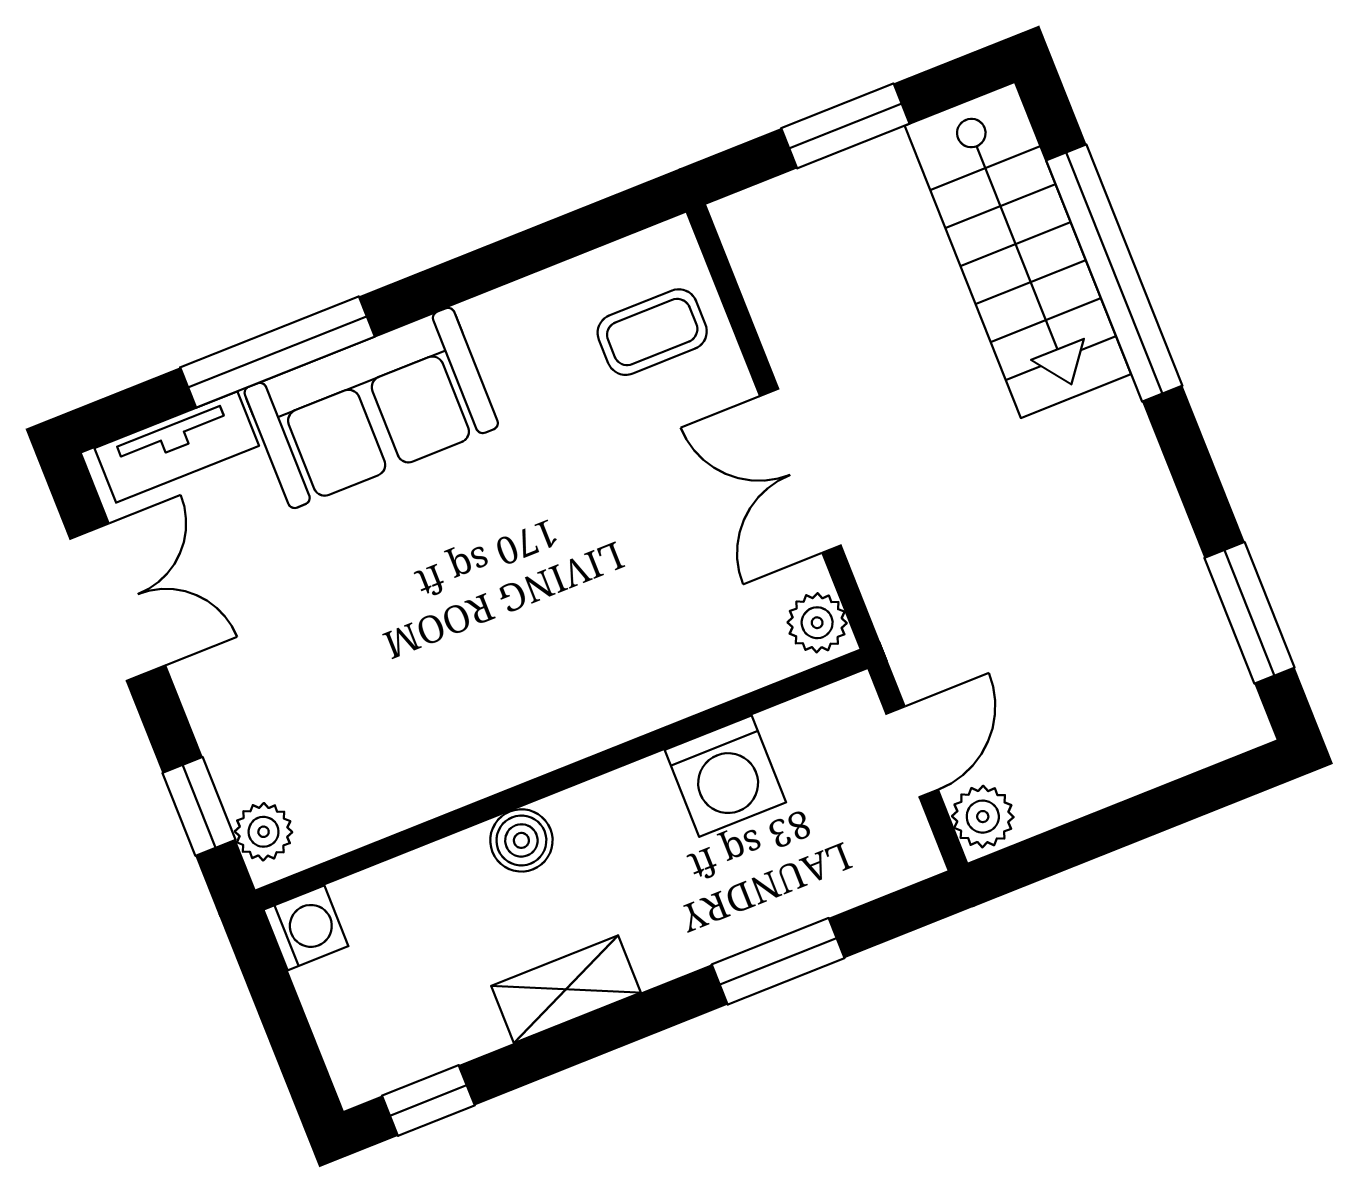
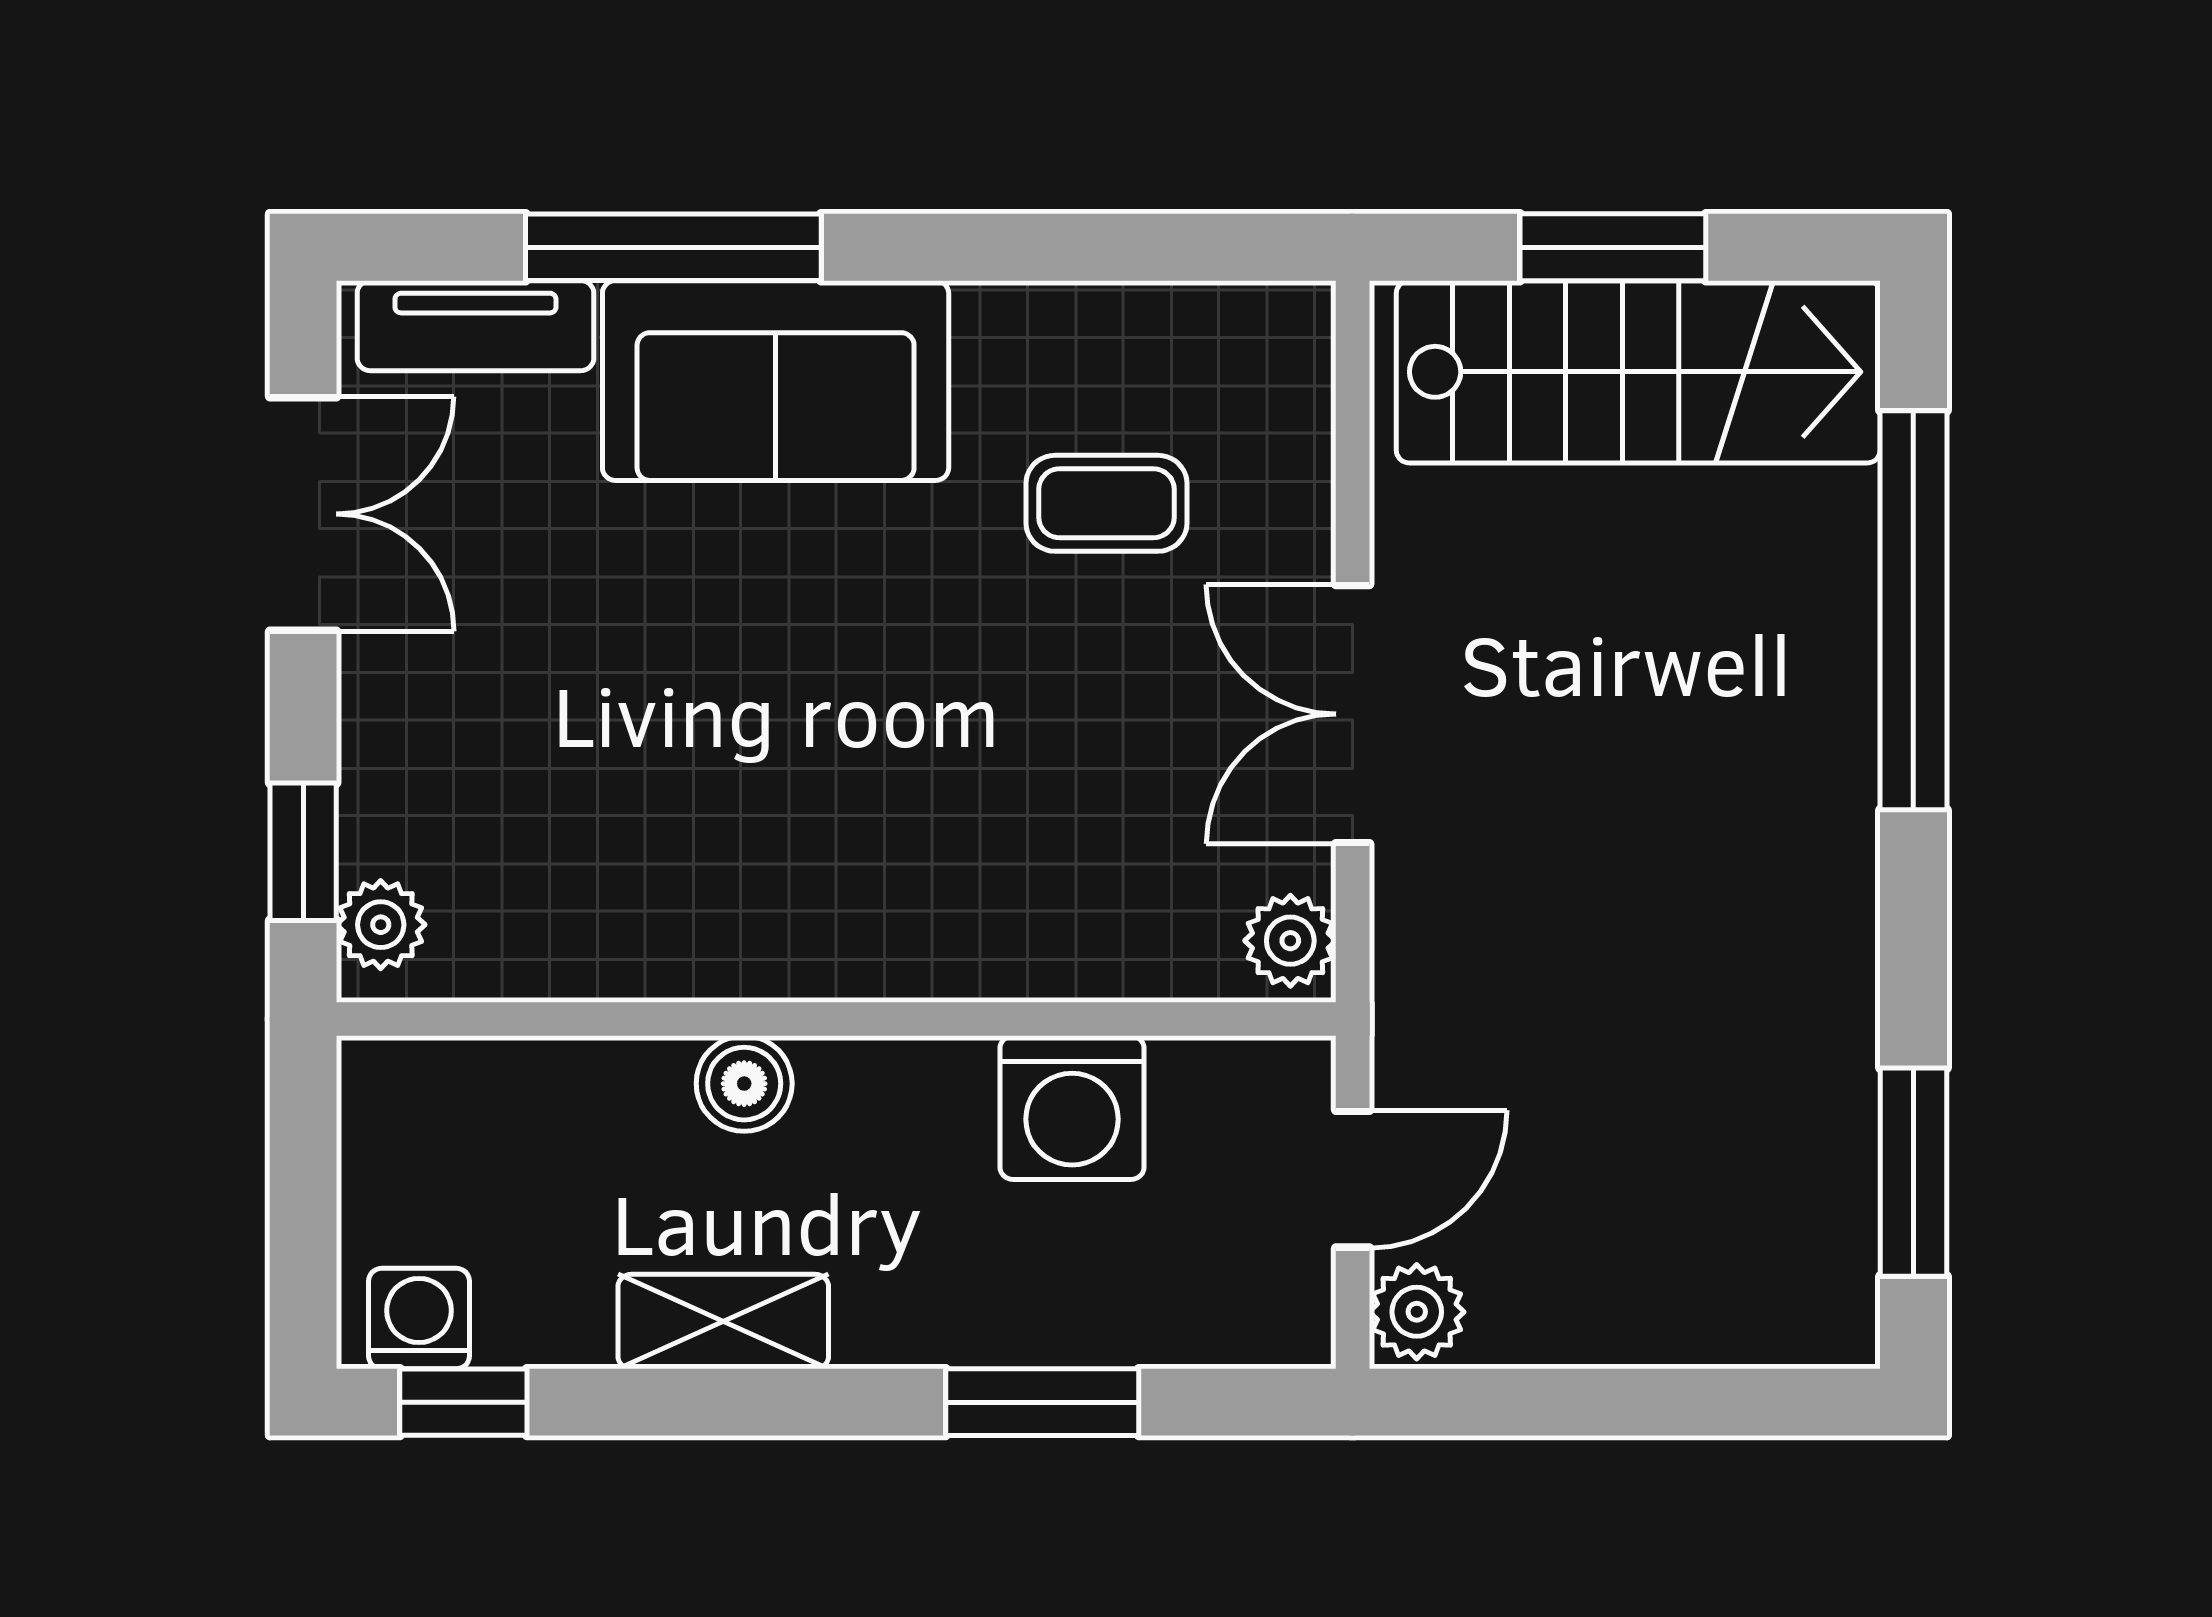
stairs: (1018, 250) -> (1638, 372), moved, turned -90
coffee table: (652, 332) -> (1106, 503), moved
washing machine: (306, 928) -> (419, 1319), moved, turned -90

